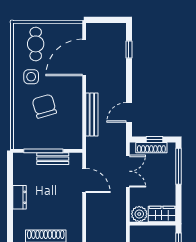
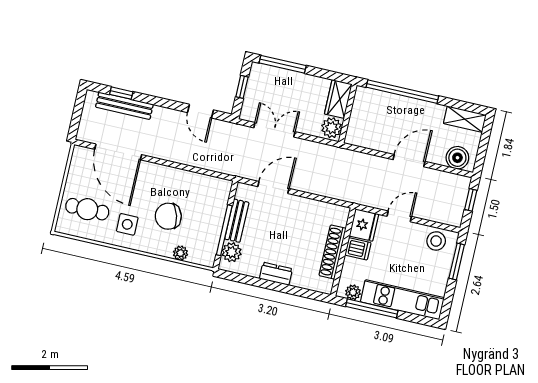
bench: (92, 115) -> (124, 106), moved
plant: (19, 122) -> (180, 253), added
shoe rack: (151, 148) -> (251, 93), removed
plant: (28, 160) -> (232, 252), added

